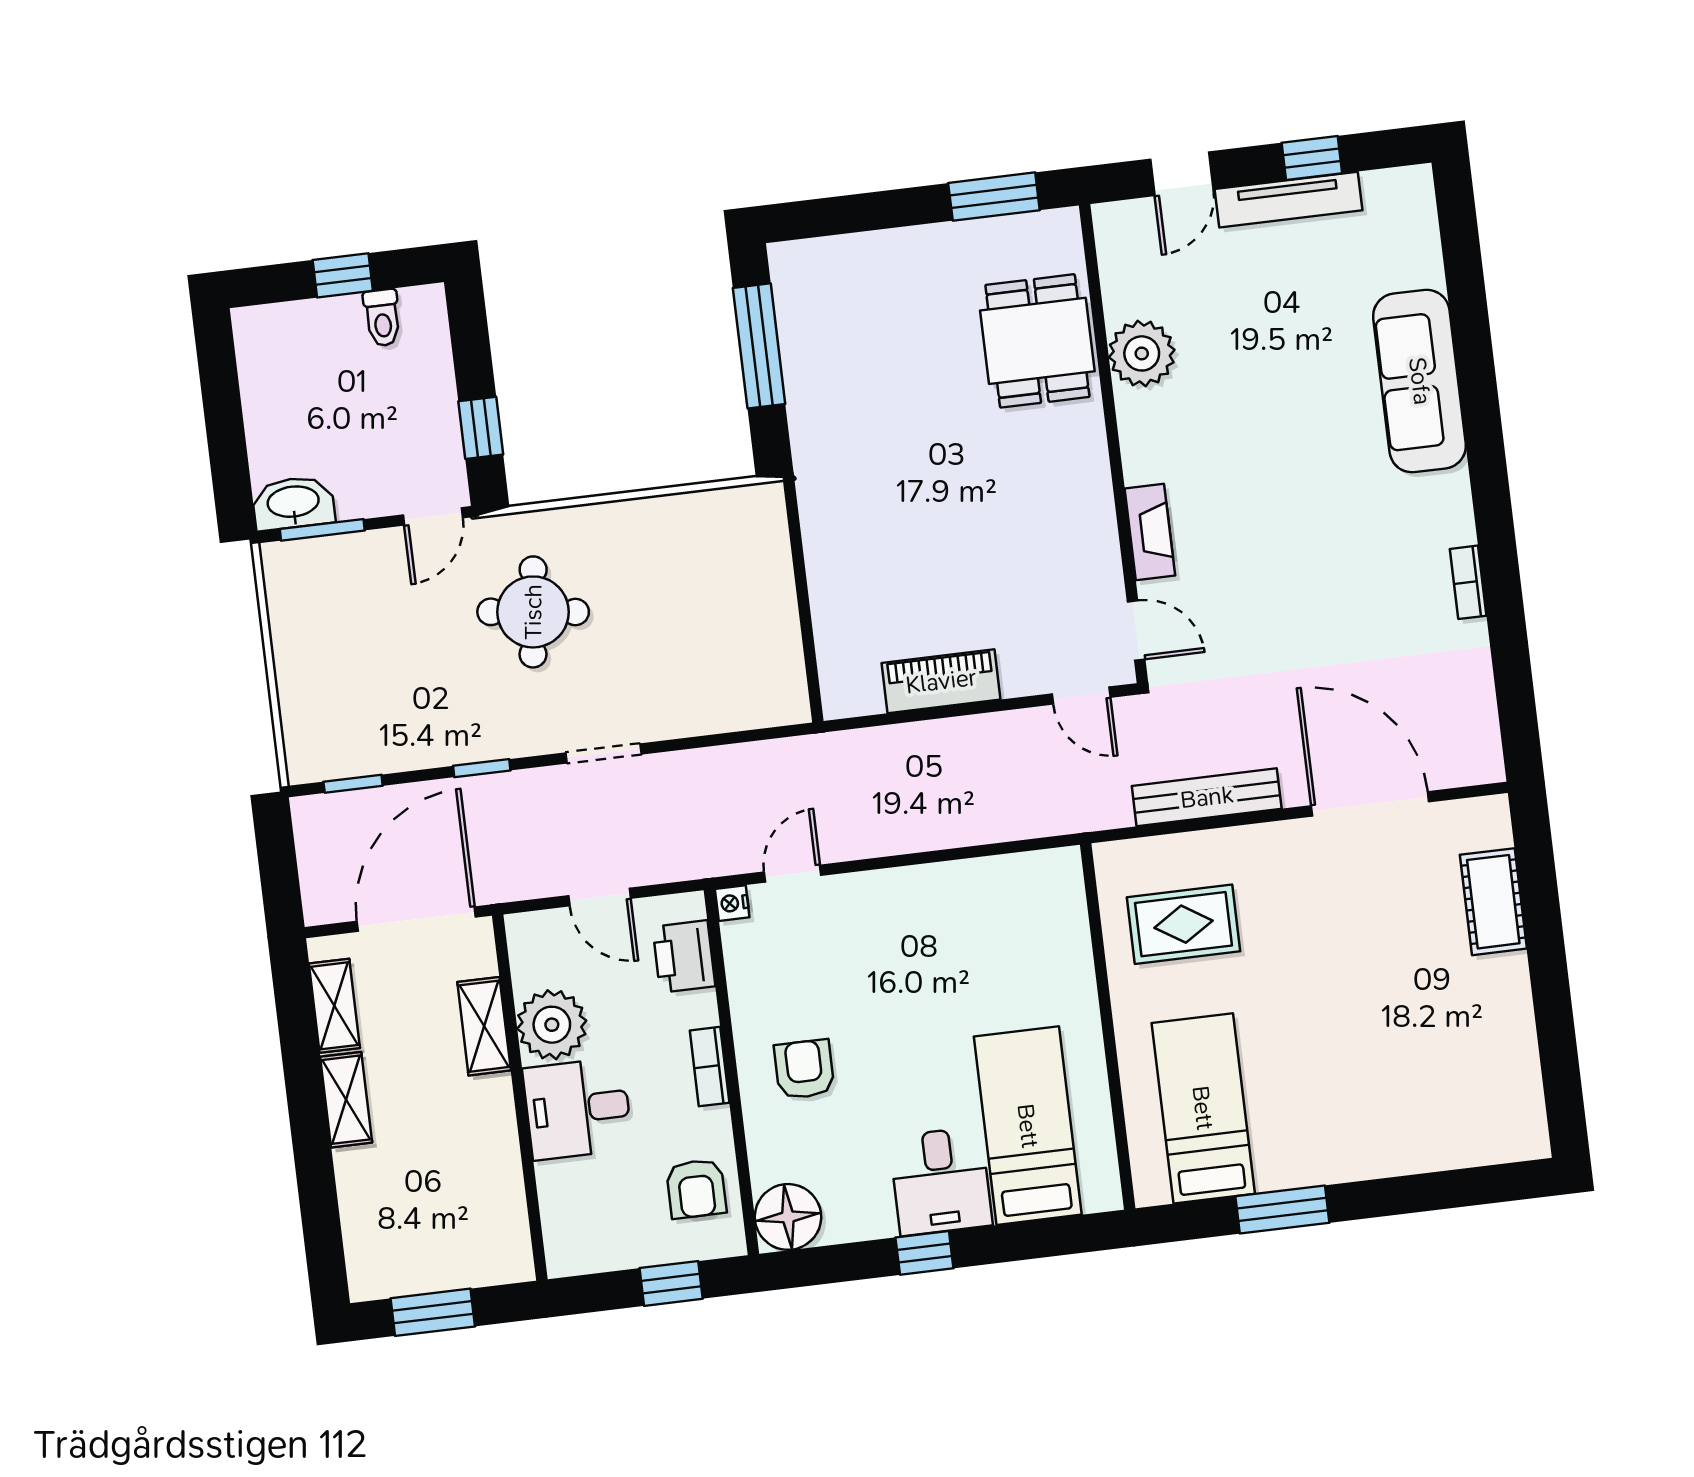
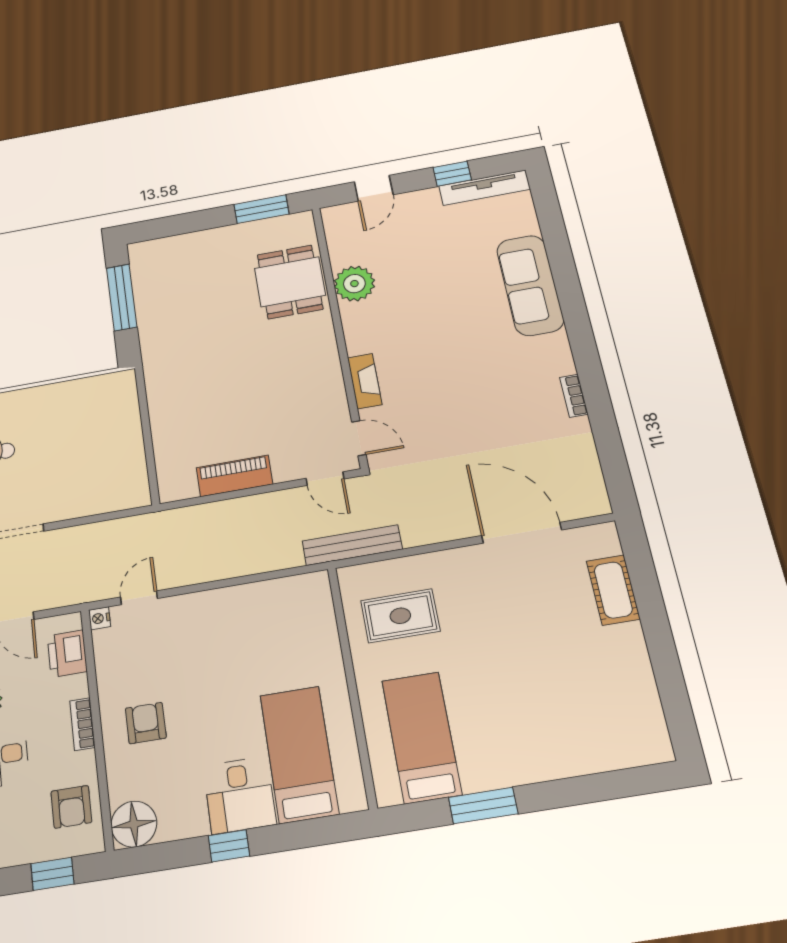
tv unit: (1288, 200) -> (485, 188), moved
bench: (1207, 797) -> (352, 545), moved

